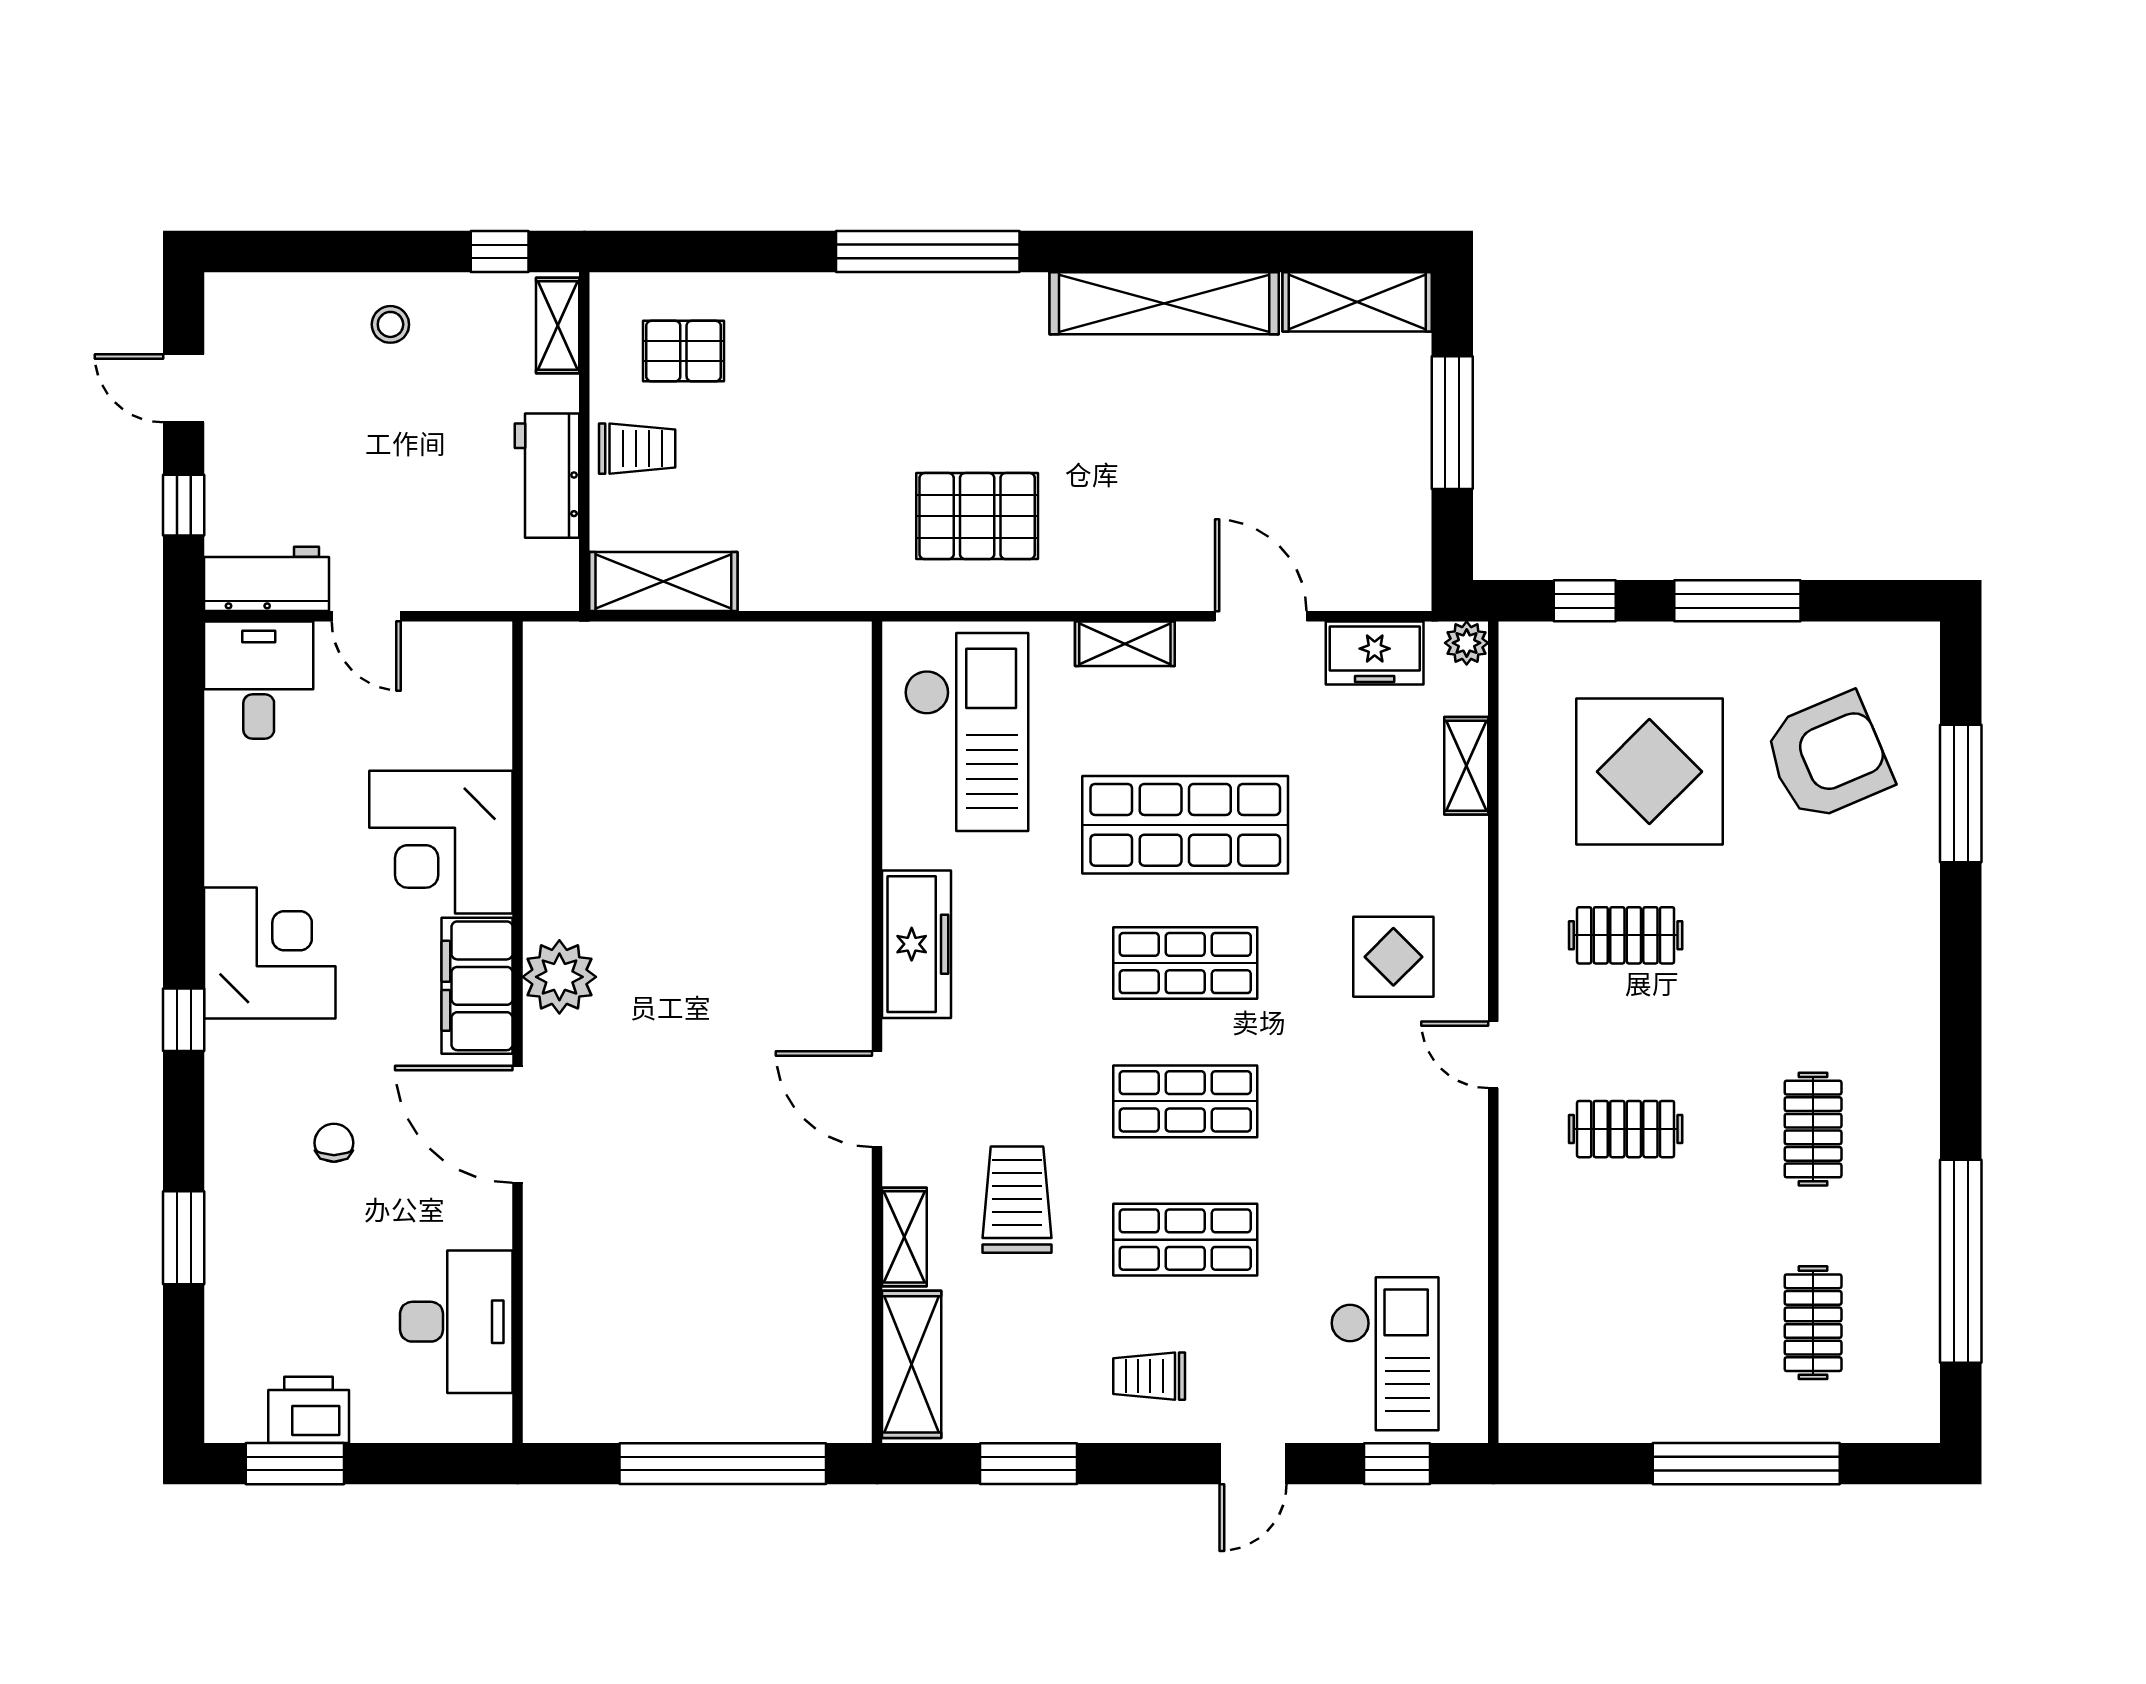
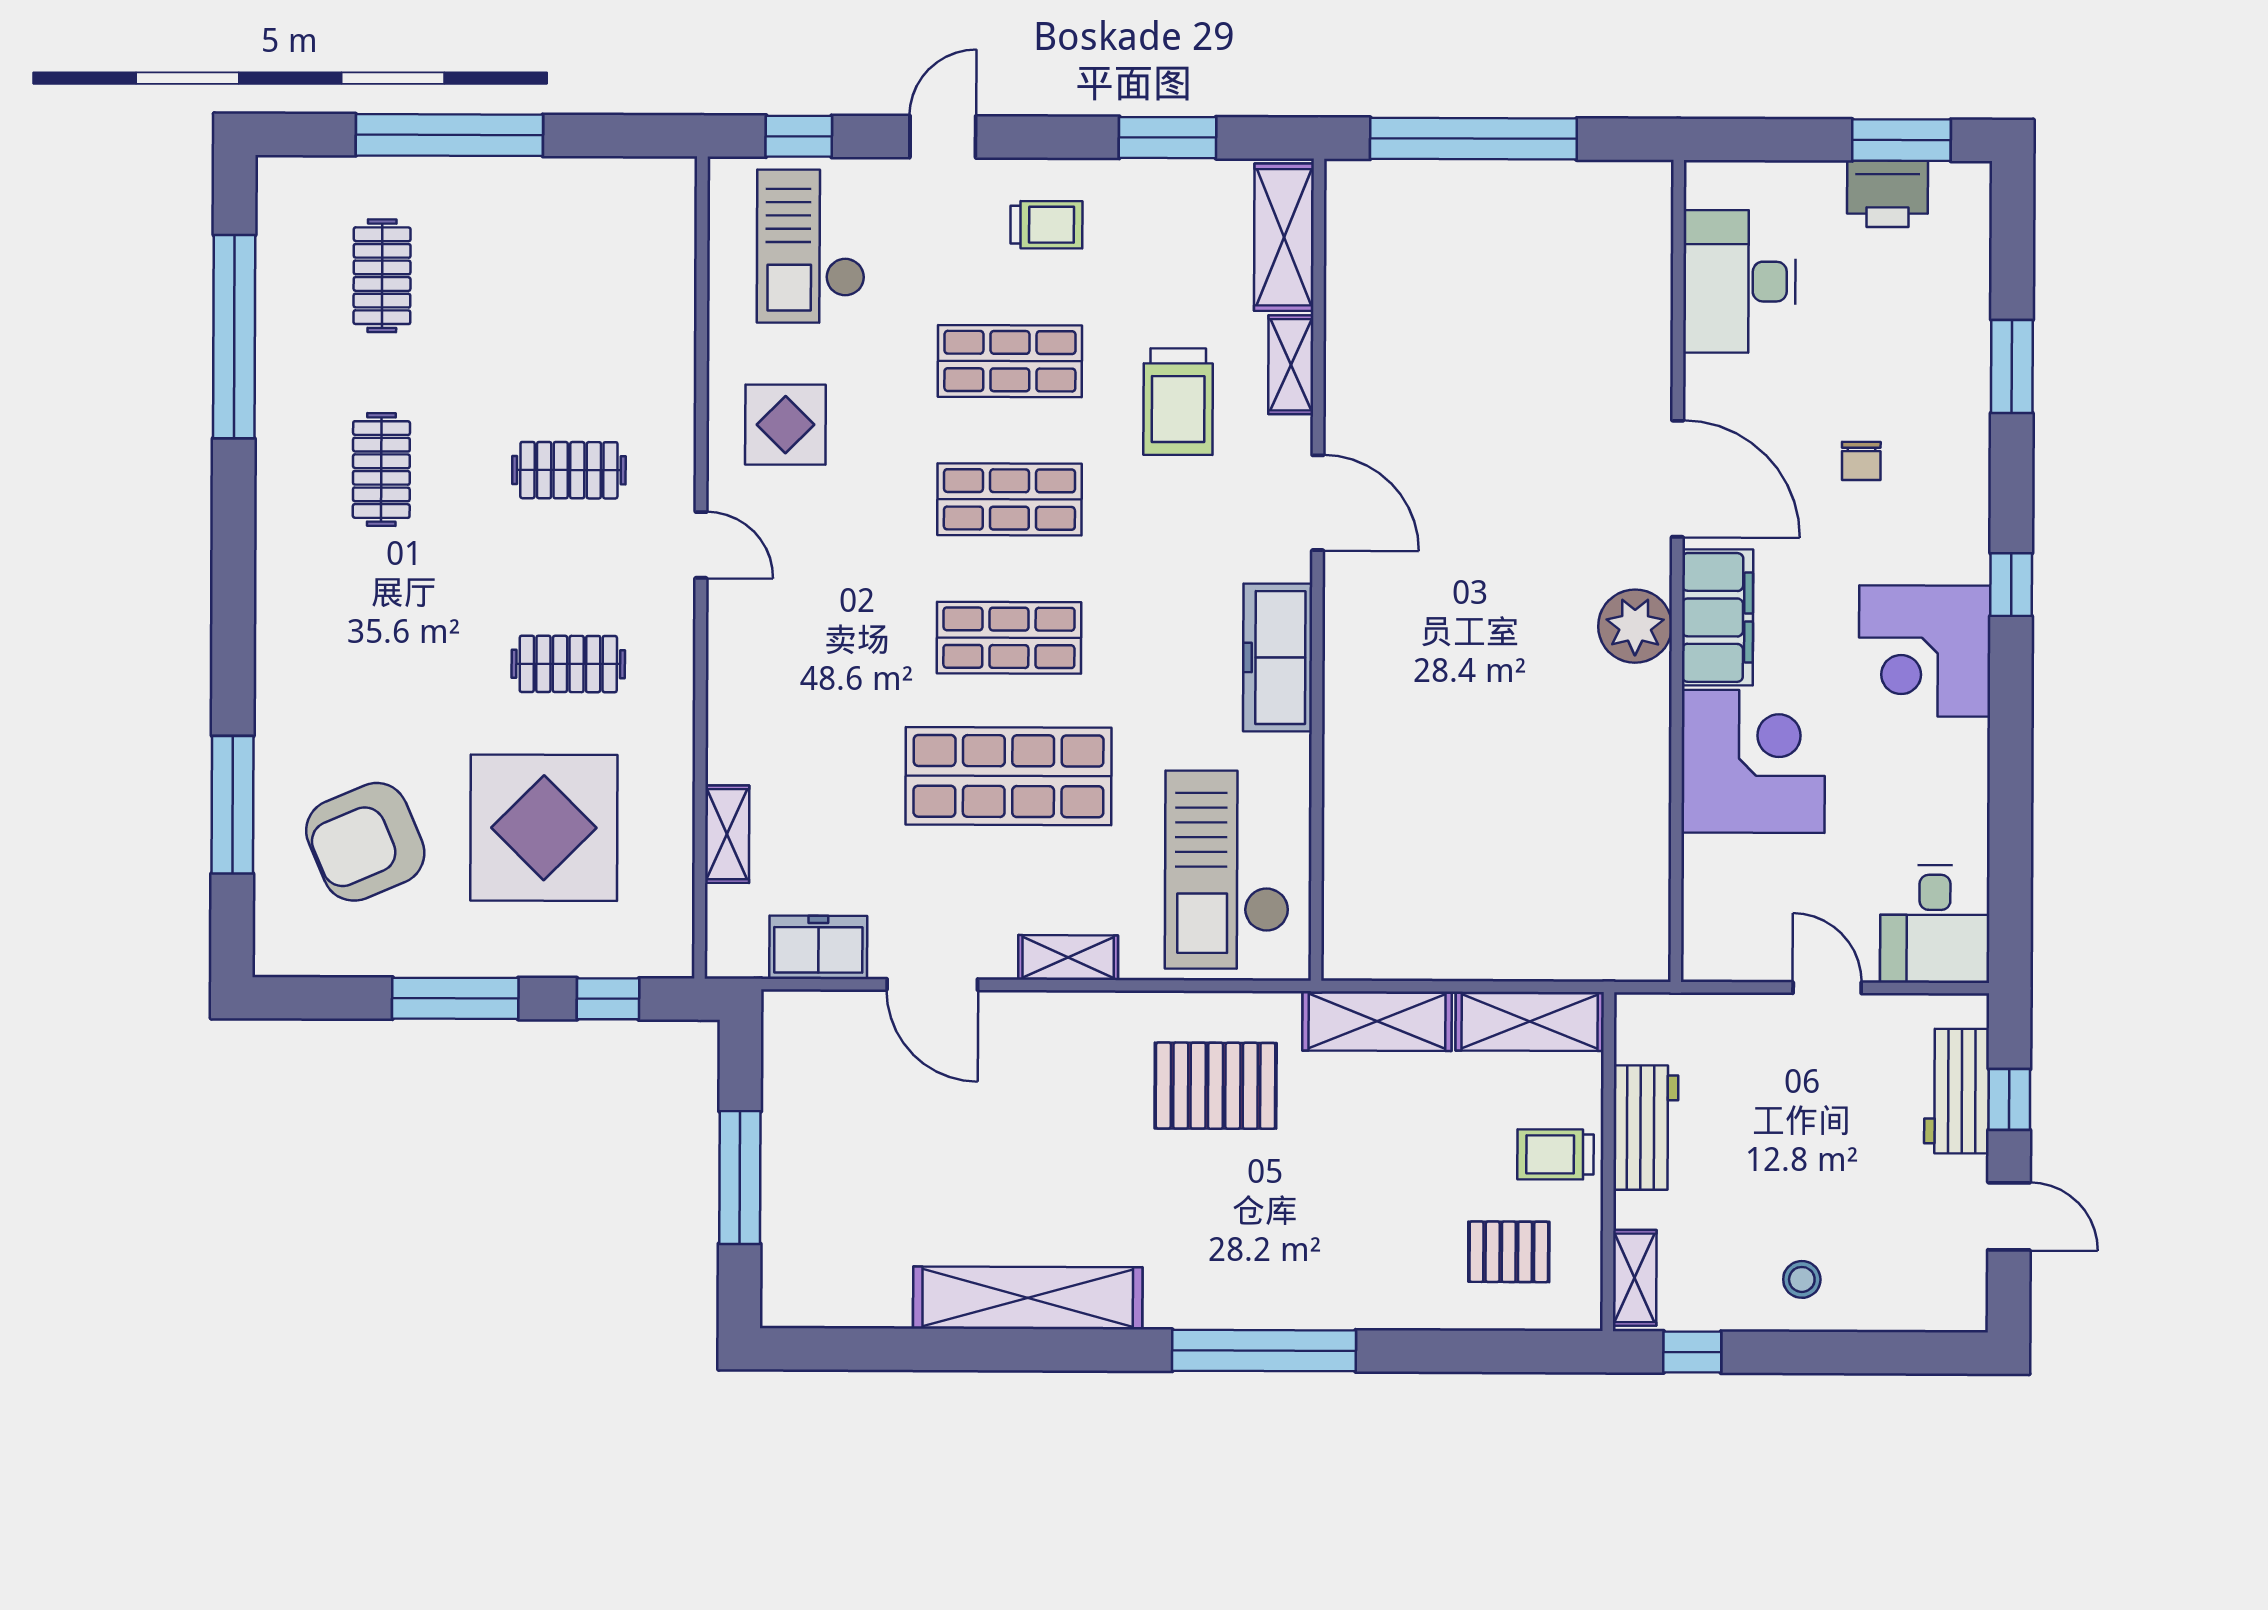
shelving: (1357, 302) -> (1377, 1021), moved
workbench: (267, 579) -> (1957, 1091), moved, turned 90
plant: (1467, 643) -> (726, 957), removed
display table: (1393, 957) -> (785, 425), moved

